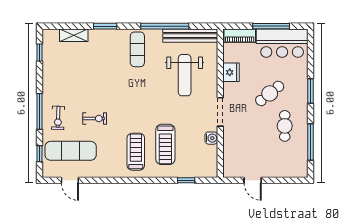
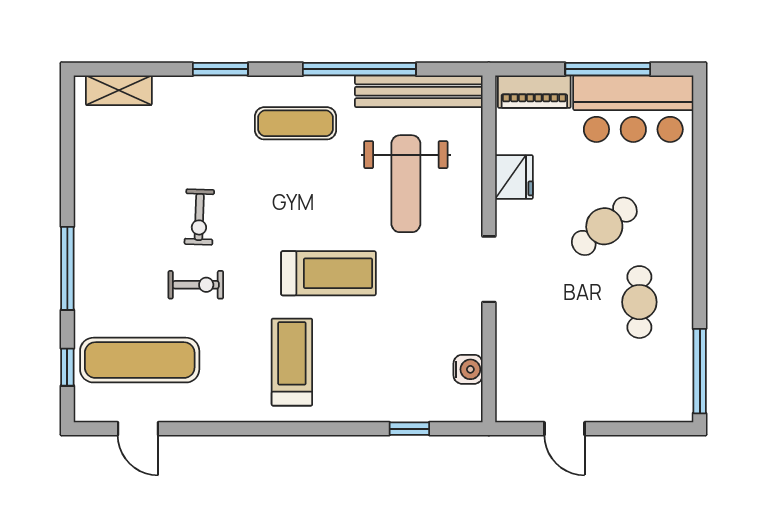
shelving: (74, 35) -> (119, 90), moved
exercise mat: (137, 49) -> (296, 123), turned 90
window: (40, 52) -> (67, 131), removed
window: (310, 91) -> (700, 220), removed
exercise bike: (58, 118) -> (199, 217), moved
water cooler: (211, 138) -> (468, 369), moved
window: (310, 142) -> (700, 371), moved
treadmill: (165, 144) -> (328, 273), moved, turned -90

